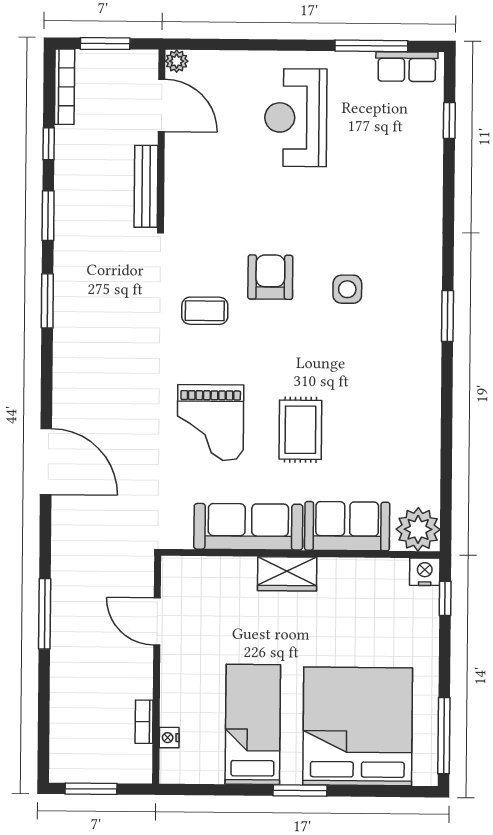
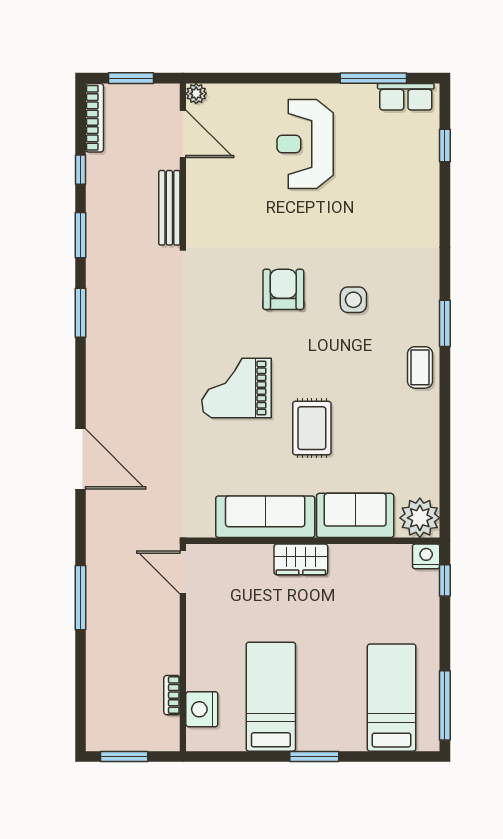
coffee table: (205, 311) -> (420, 367), moved, turned 90
grand piano: (210, 423) -> (237, 388), moved, turned 90
door: (157, 622) -> (183, 572), moved
bed: (358, 726) -> (392, 698), width x0.49
nightstand: (169, 738) -> (202, 709), width x1.89, depth x1.79

